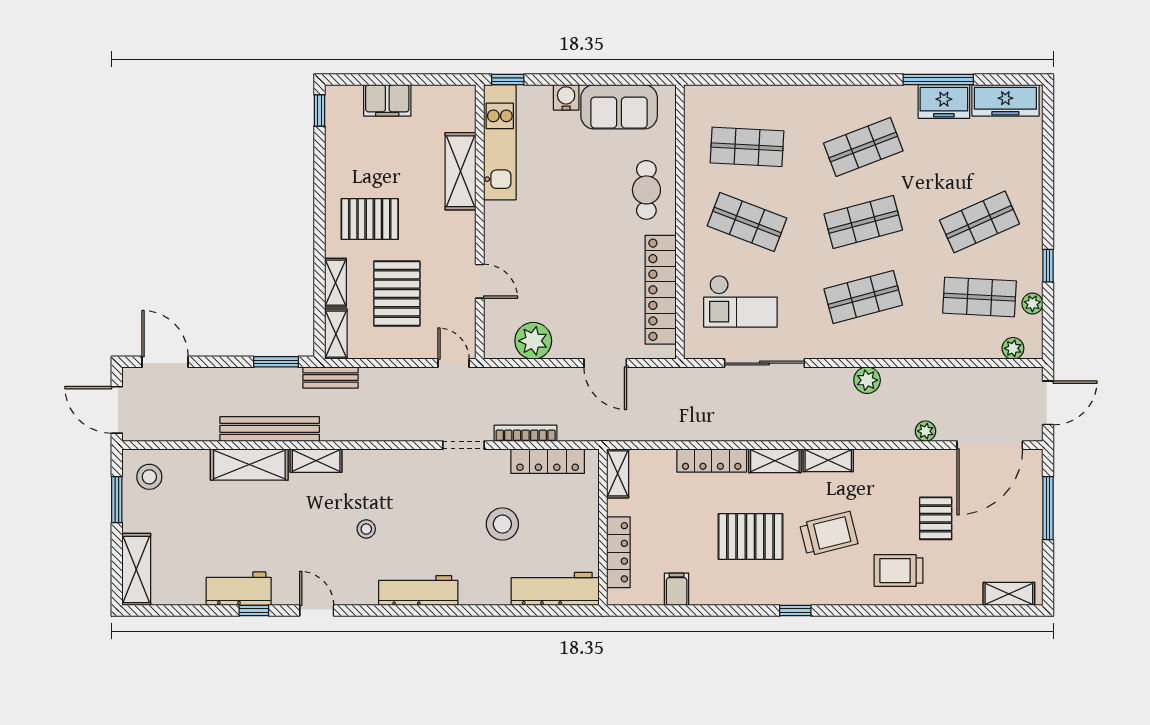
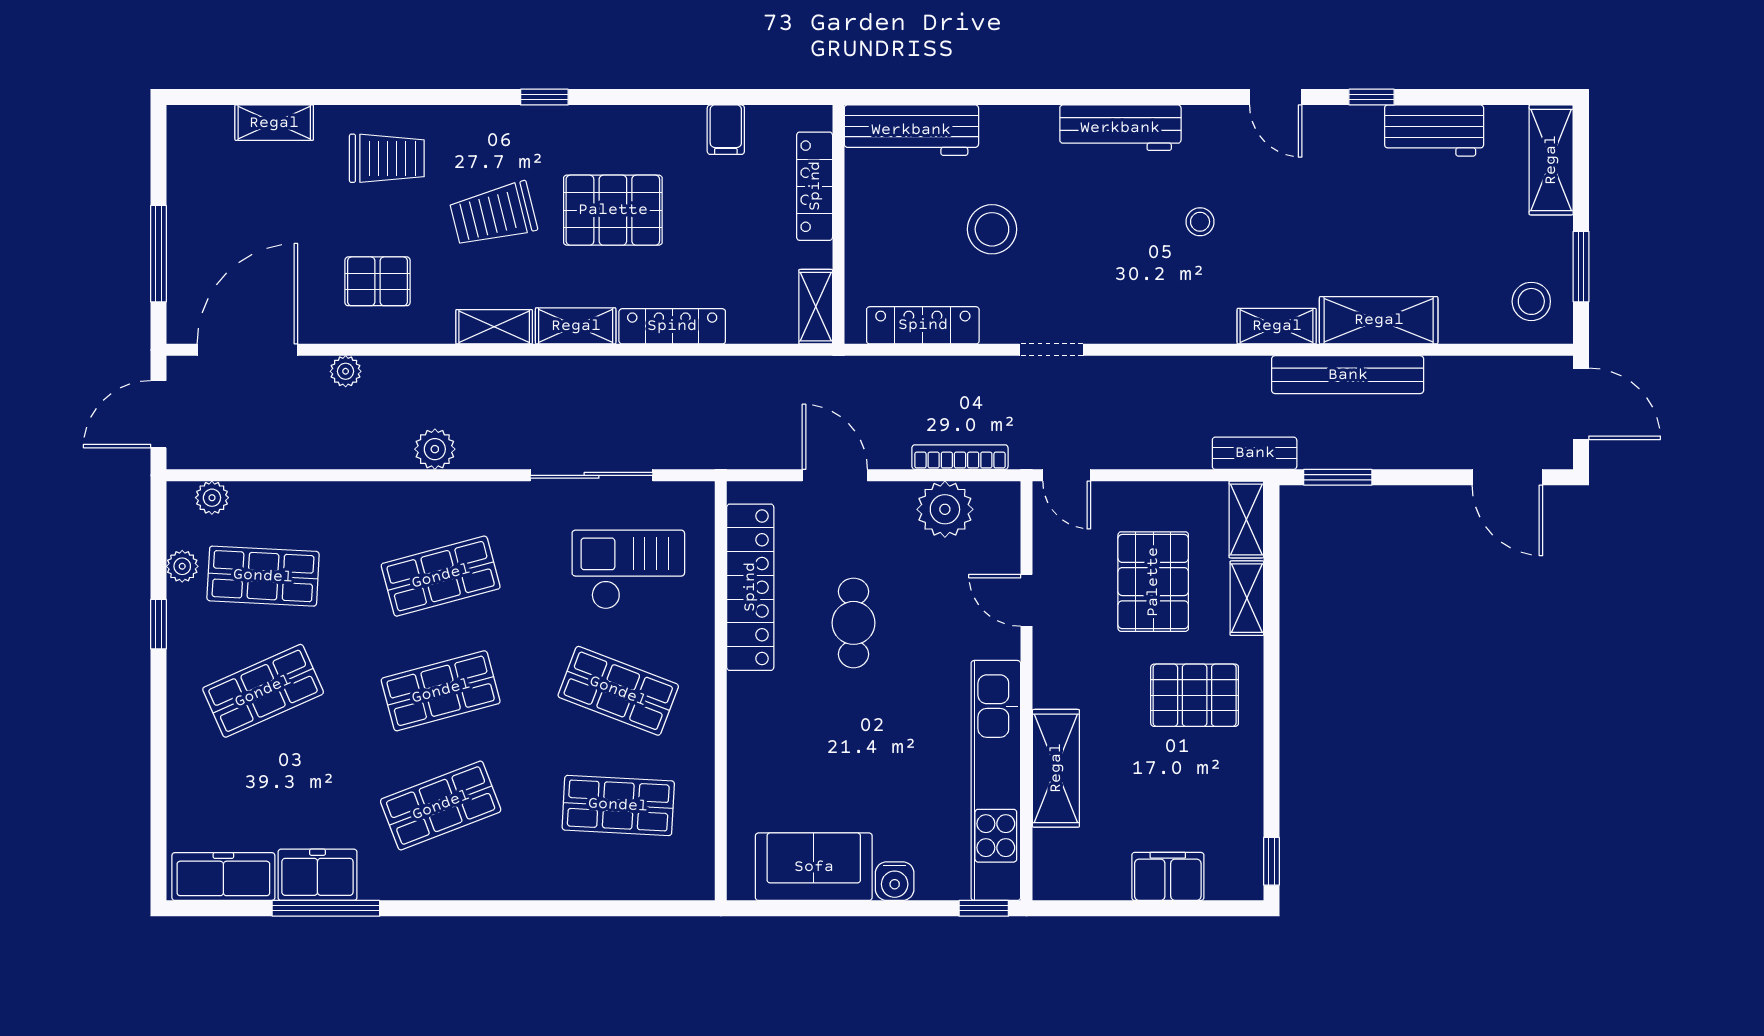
kitchen unit: (500, 142) -> (996, 780), width x1.36
cafe table: (646, 190) -> (854, 623), moved
bookcase: (526, 433) -> (960, 457), moved, turned 180
pallet: (936, 518) -> (378, 281), moved, turned 90
workbench: (239, 589) -> (1434, 130), moved
shelving: (1009, 594) -> (274, 123), moved

